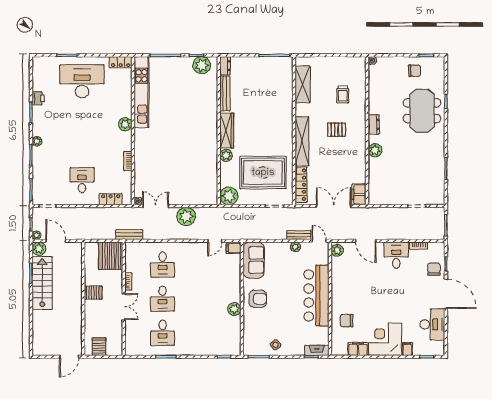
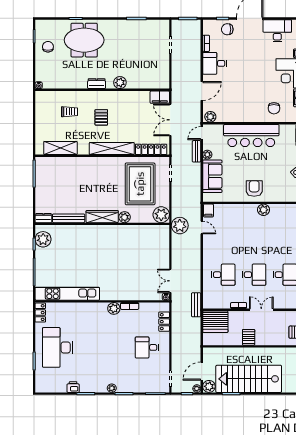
plant: (125, 124) -> (114, 308), moved
plant: (186, 216) -> (180, 226), moved
sofa: (254, 260) -> (212, 176), moved, turned 90
stairs: (42, 283) -> (249, 379), width x1.36, depth x1.51

